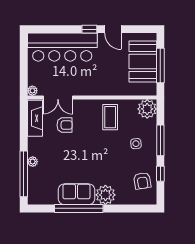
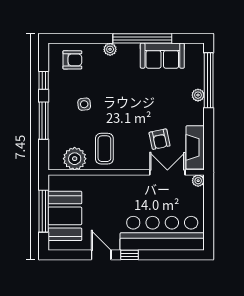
plant: (147, 109) -> (75, 159), moved
armchair: (64, 125) -> (160, 139), turned -102
side table: (136, 144) -> (84, 104), moved
armchair: (142, 181) -> (72, 60), moved, turned 99
sofa: (76, 194) -> (162, 56), moved
plant: (105, 195) -> (110, 49), width x0.53, depth x0.53

